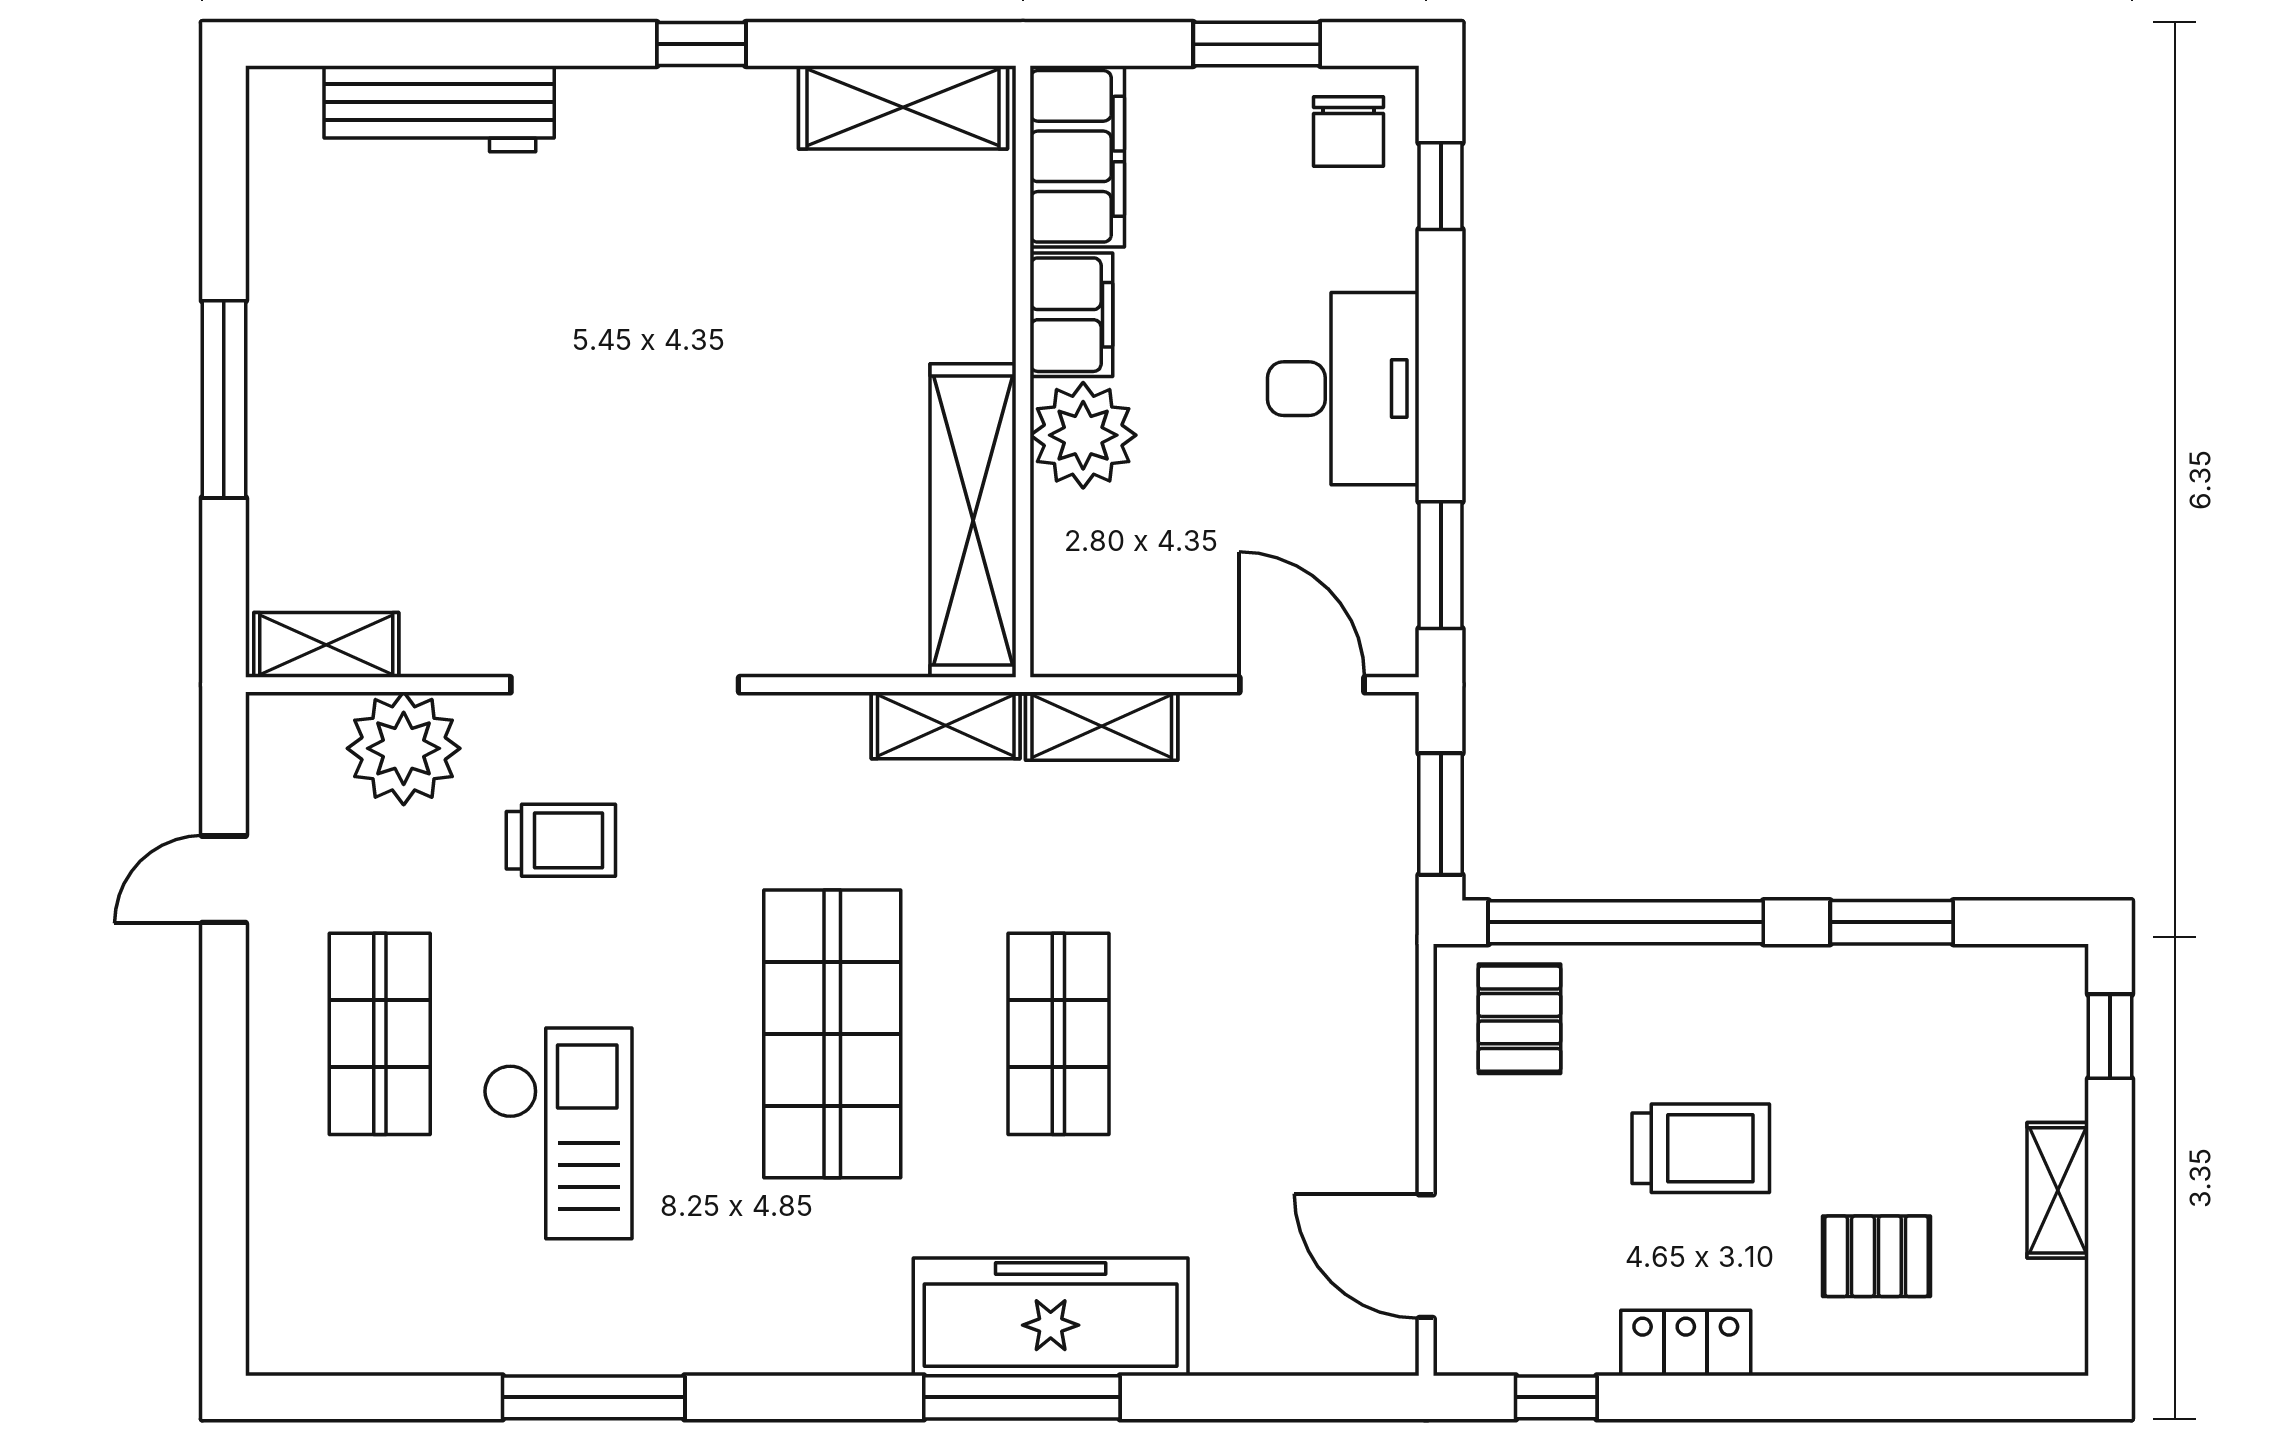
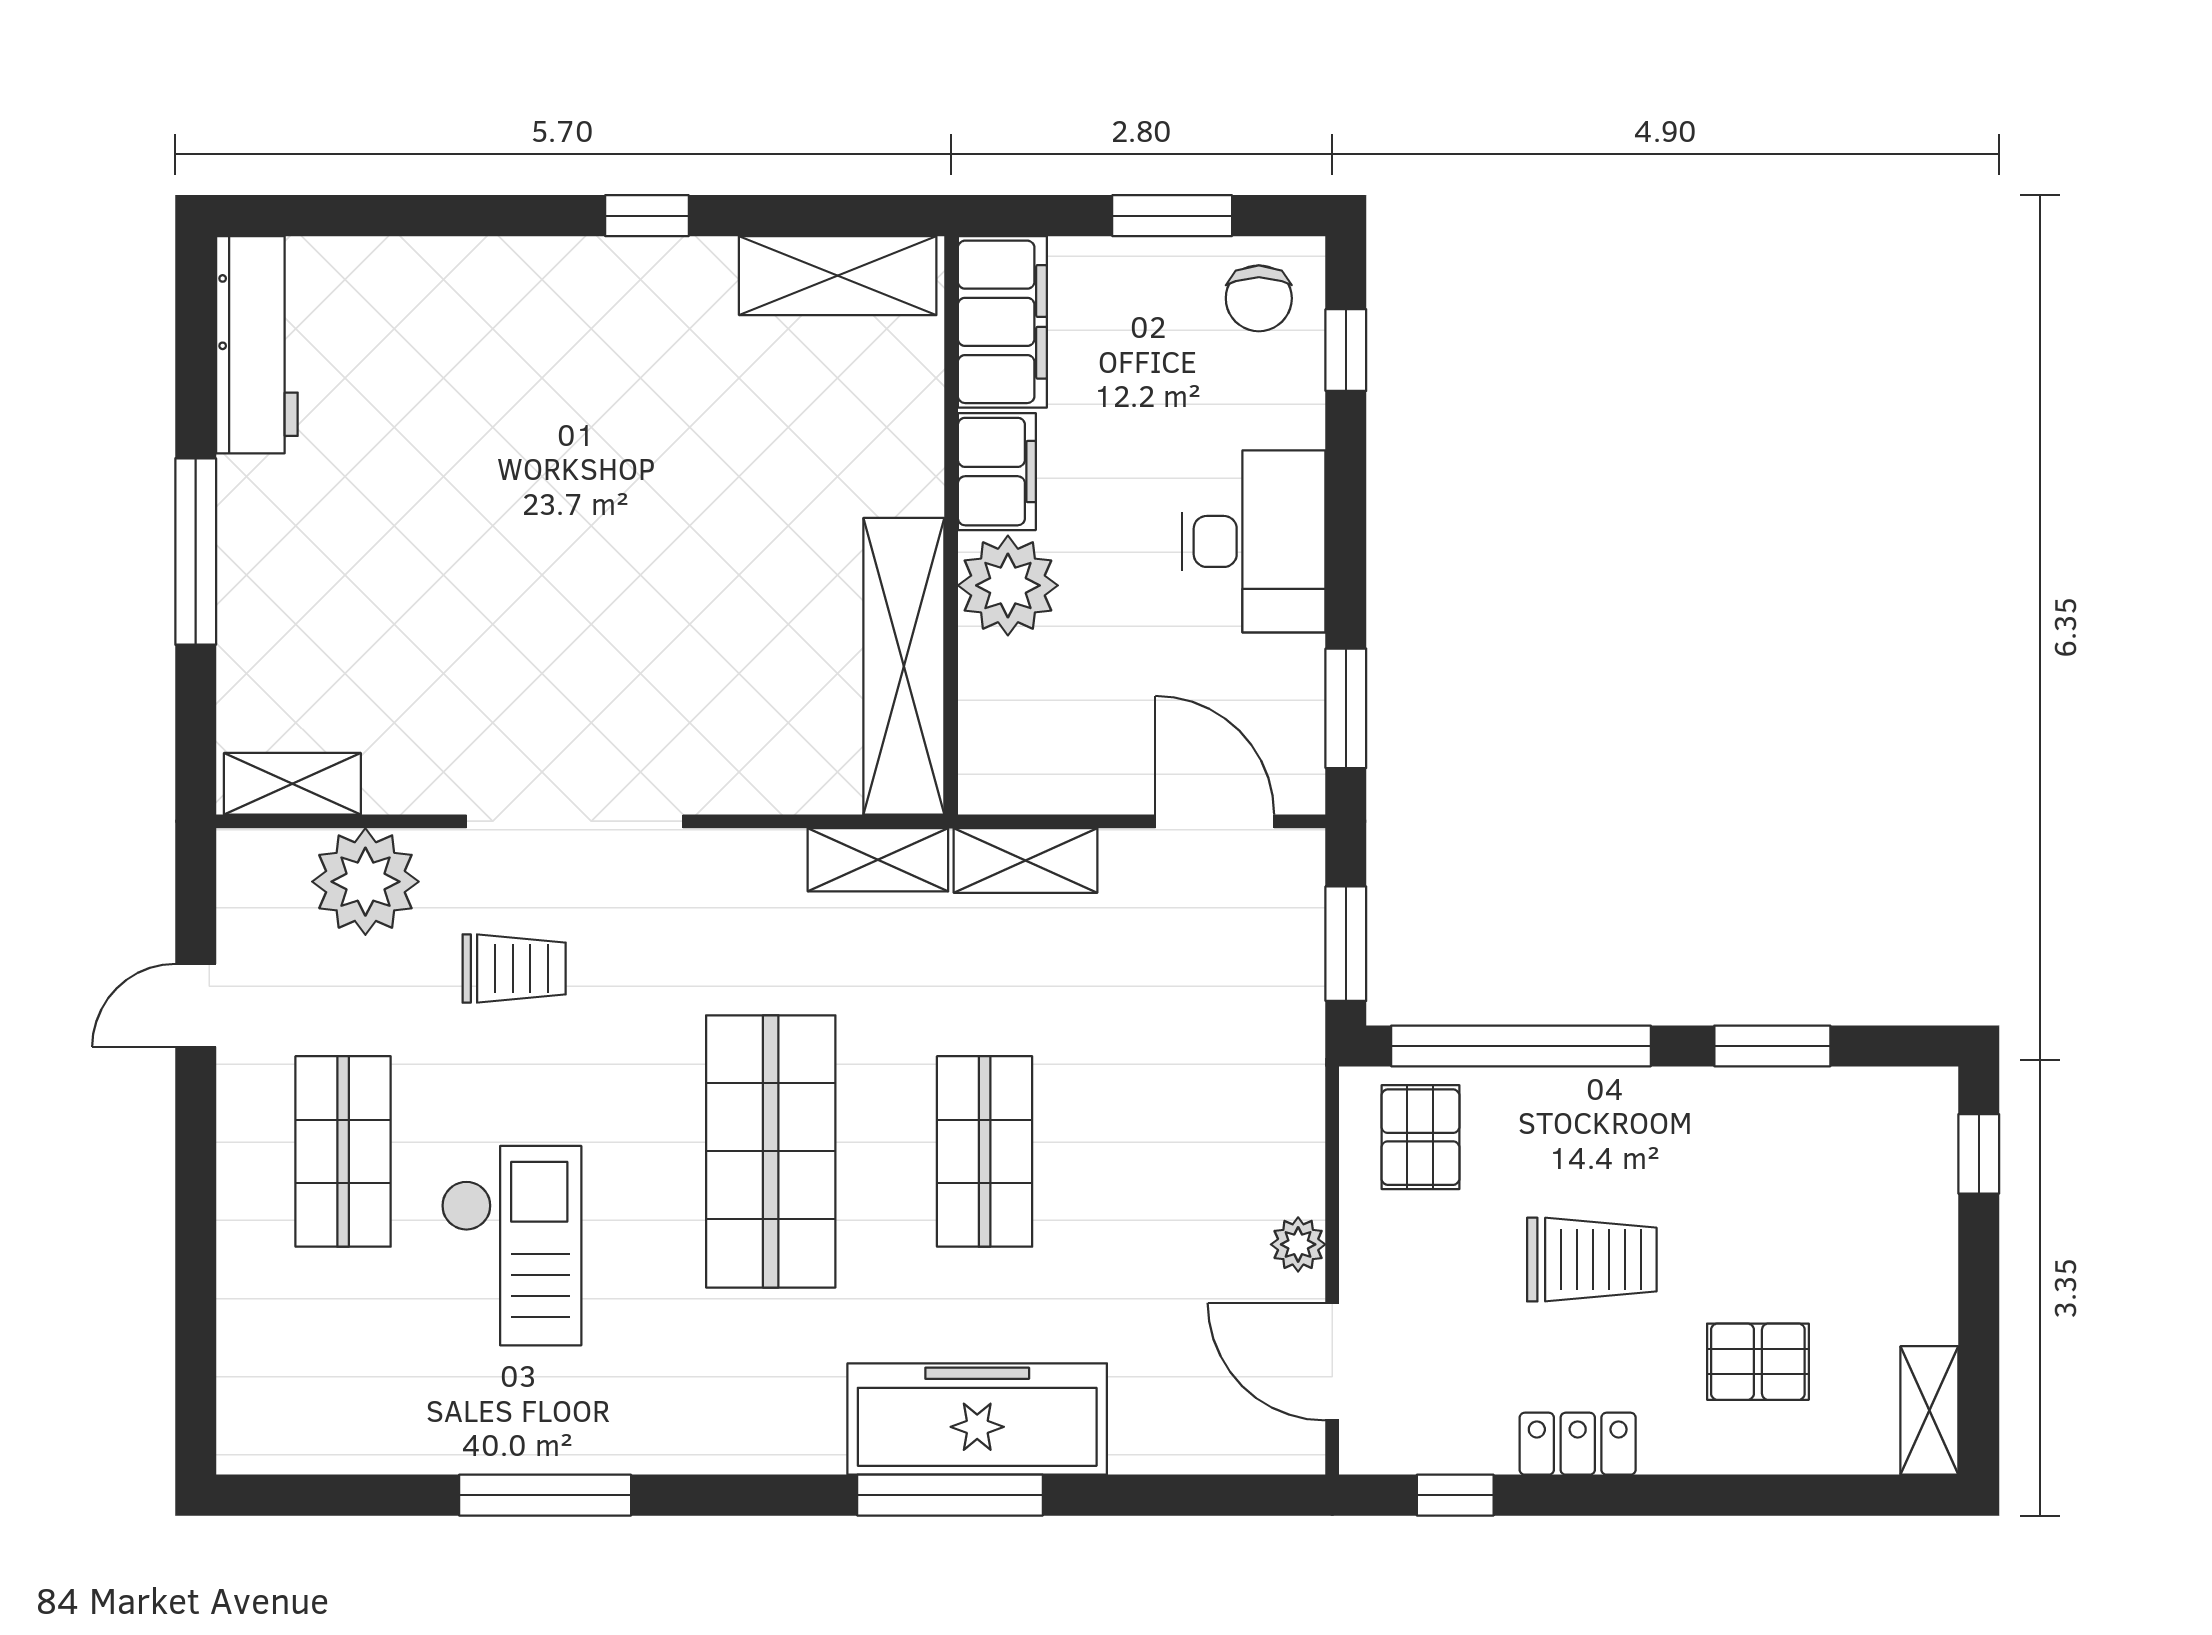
workbench: (439, 109) -> (257, 345), moved, turned -90
plant: (1390, 1132) -> (1298, 1244), added
shelving: (2058, 1190) -> (1929, 1410), moved

